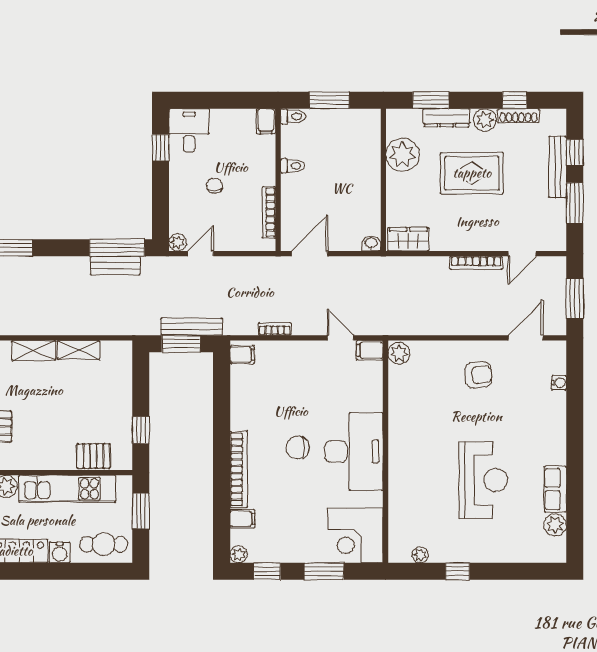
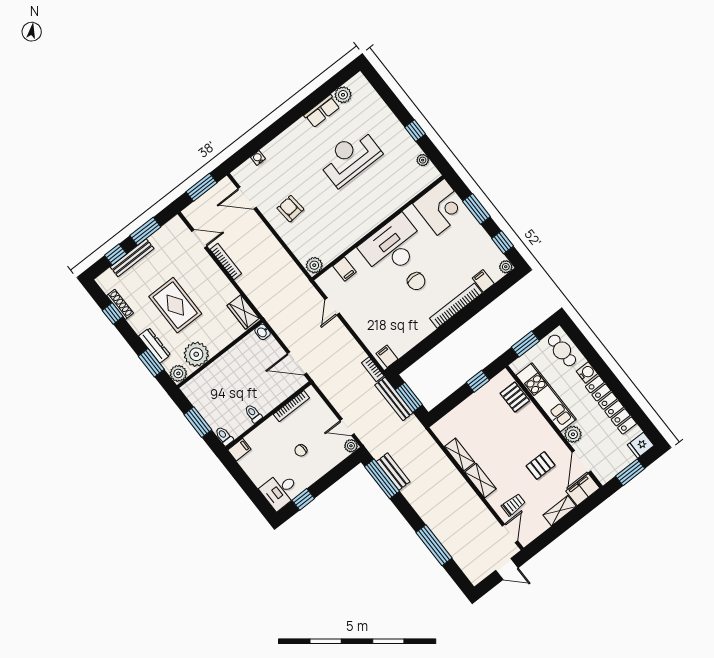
plant: (485, 120) -> (178, 373), moved
bookcase: (275, 329) -> (373, 369), moved
filing cabinet: (370, 350) -> (345, 269), moved

